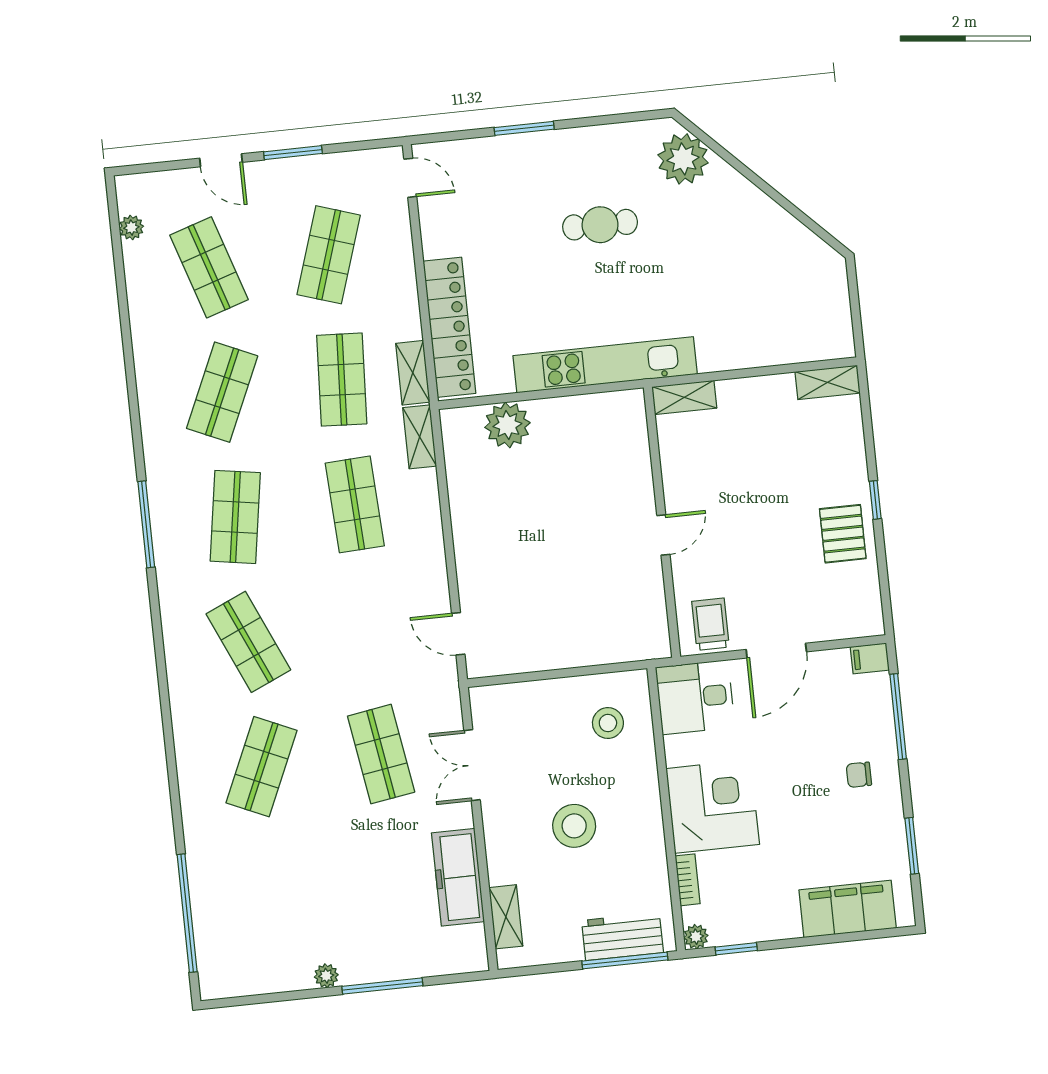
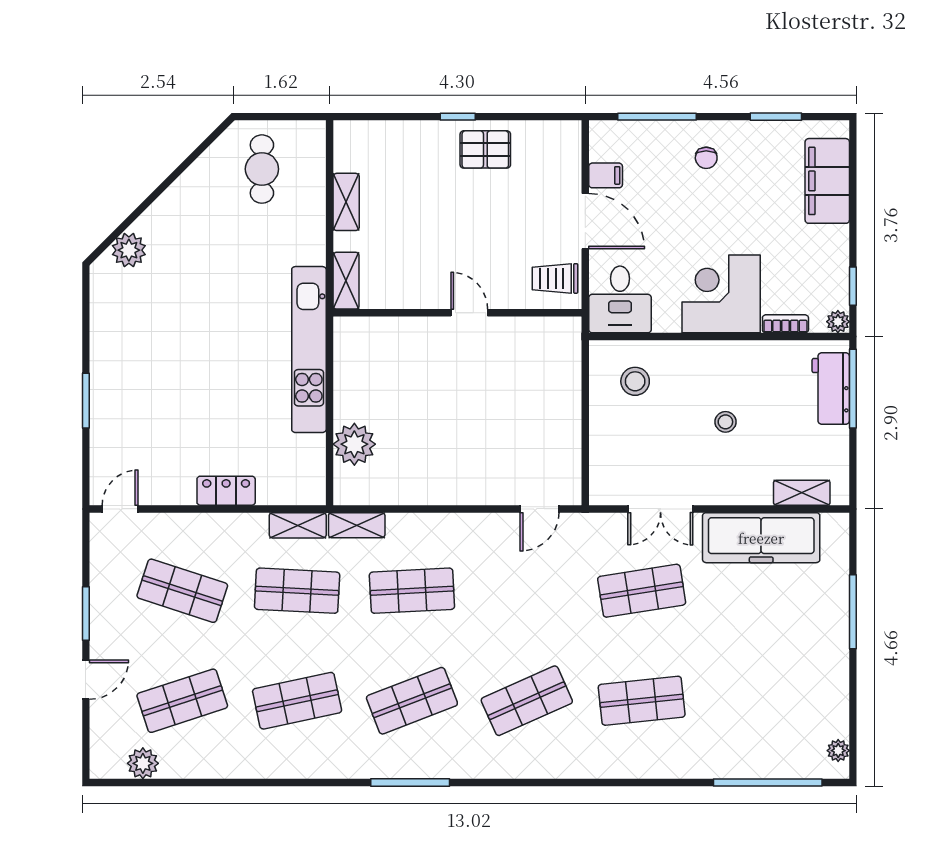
plant: (683, 159) -> (129, 250), width x0.73, depth x0.73
cafe table: (600, 225) -> (262, 169), moved
plant: (131, 228) -> (143, 763), width x1.38, depth x1.38
locker: (449, 327) -> (226, 491), width x0.46, depth x0.83
shelving: (828, 382) -> (346, 202), moved
shop shelf: (222, 392) -> (297, 701), turned -36
shop shelf: (235, 517) -> (412, 701), turned -30
filing cabinet: (870, 658) -> (606, 175), moved, turned -90
shop shelf: (261, 767) -> (642, 701), turned -30
stool: (574, 826) -> (725, 422), width x0.53, depth x0.53
freezer: (458, 877) -> (761, 538), width x1.36, depth x1.26
plant: (326, 976) -> (838, 751), moved

